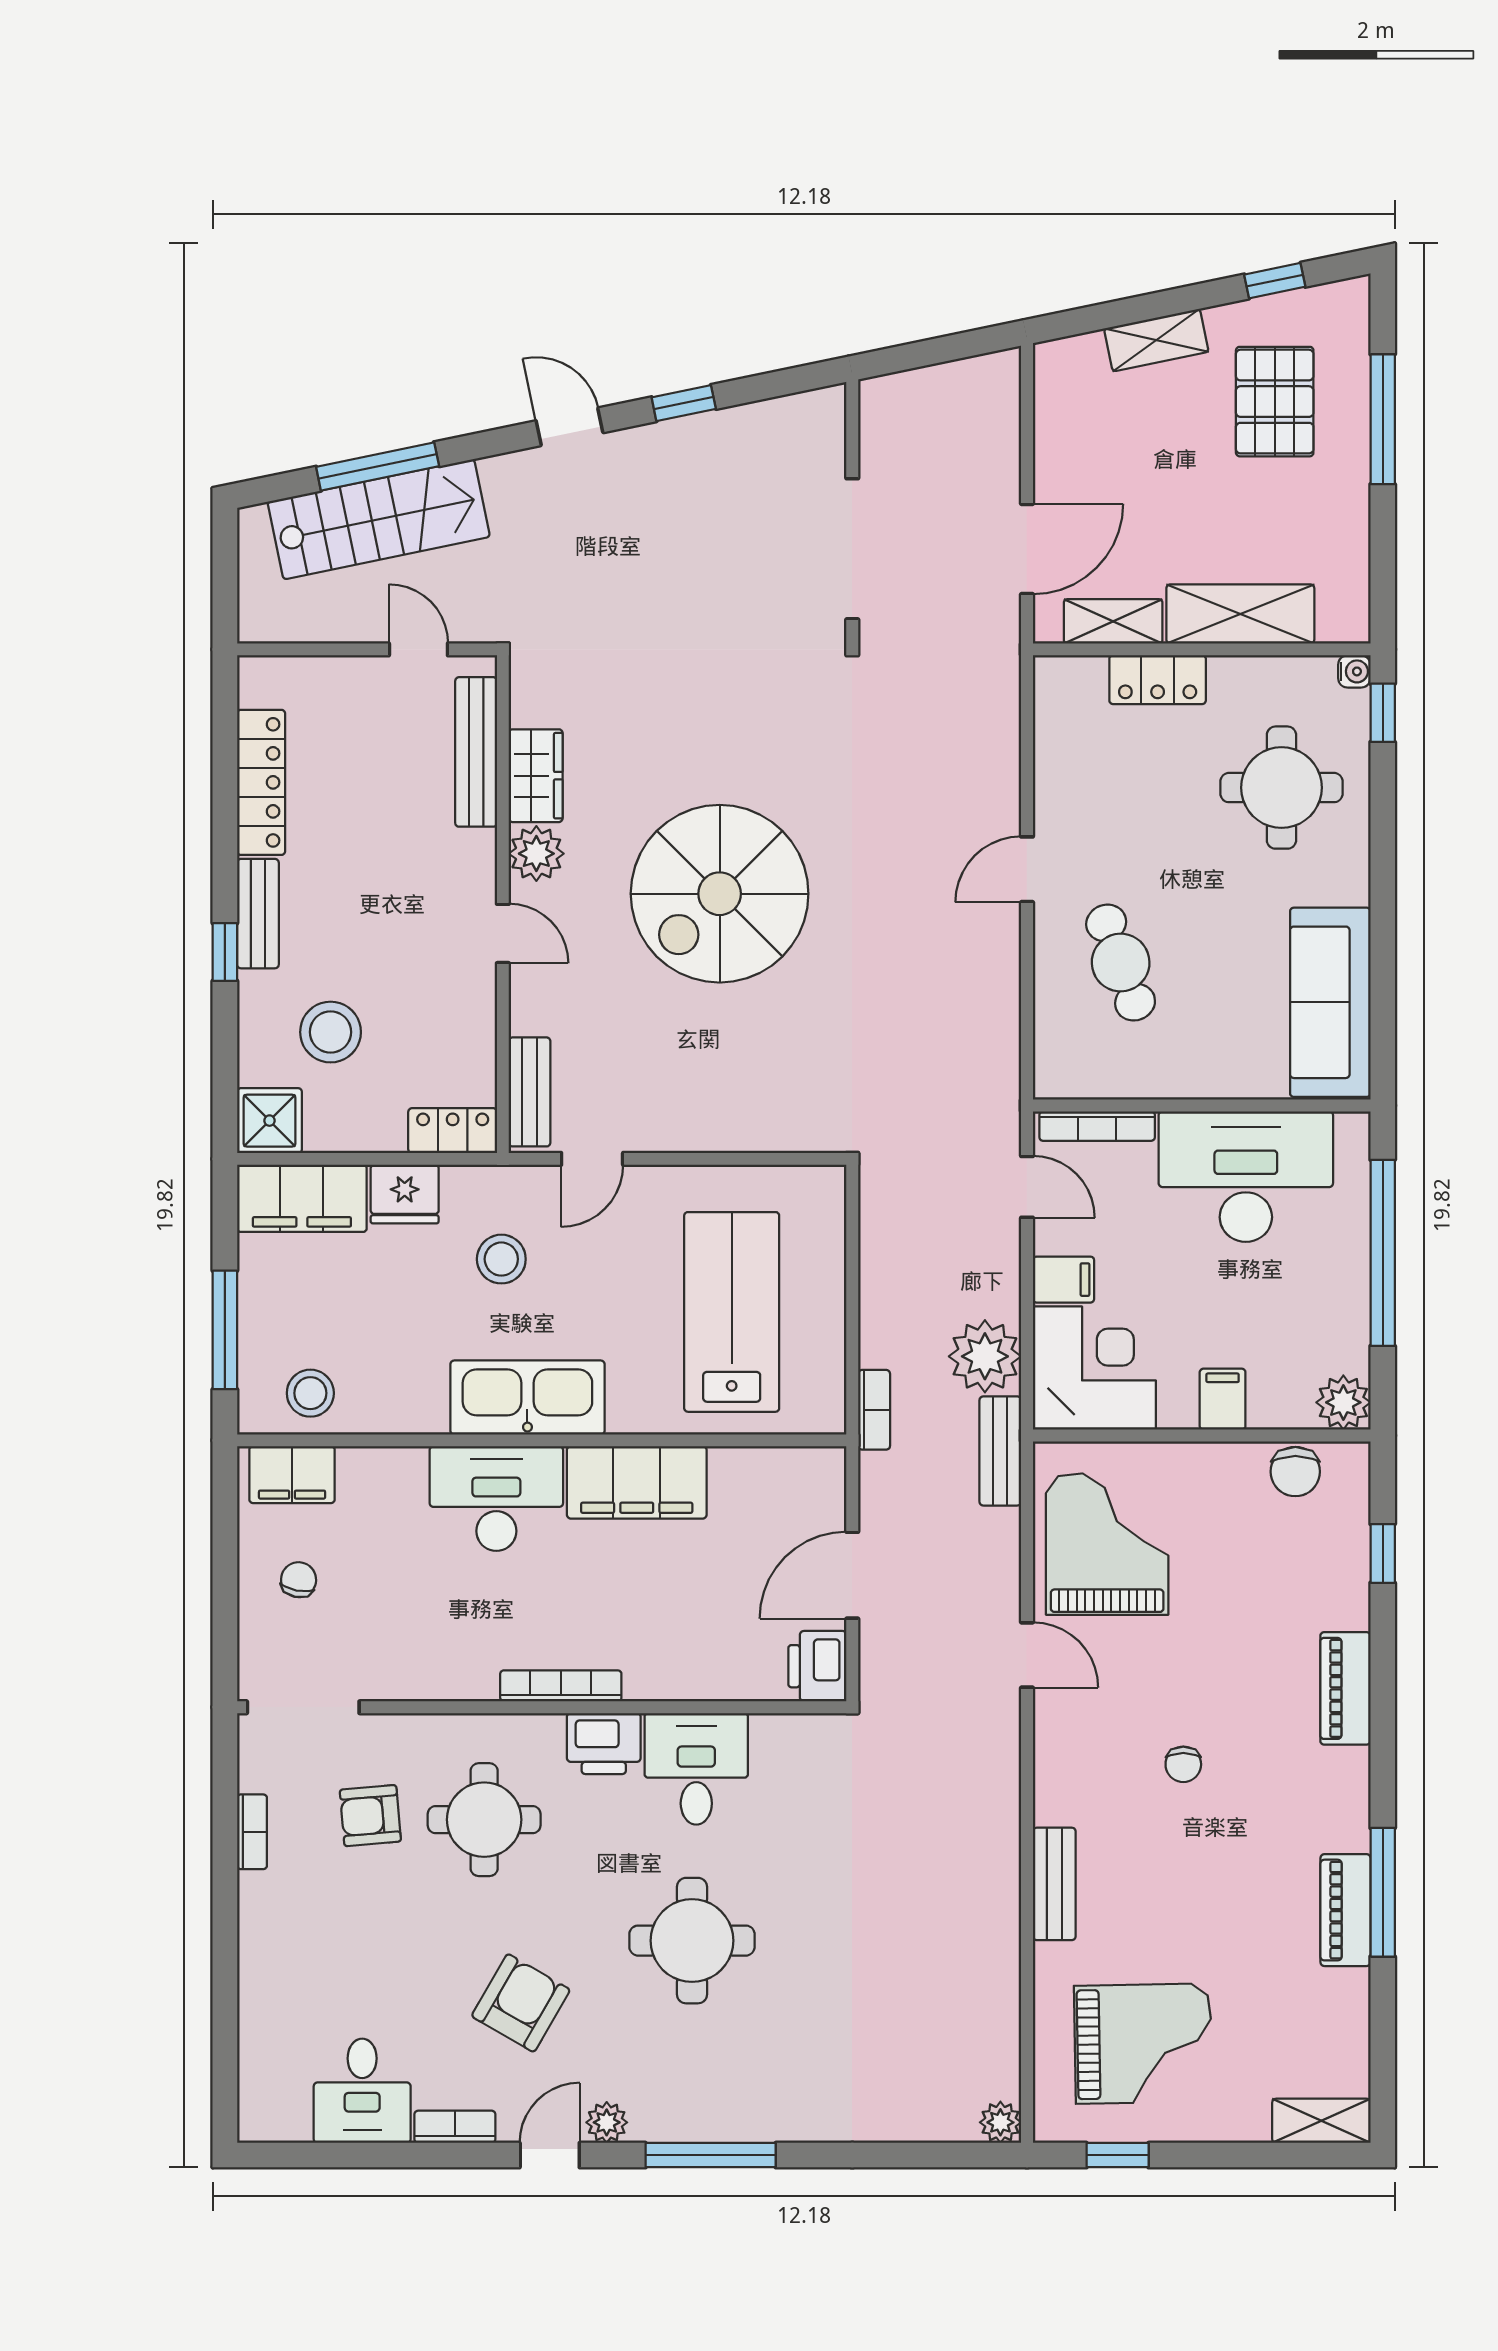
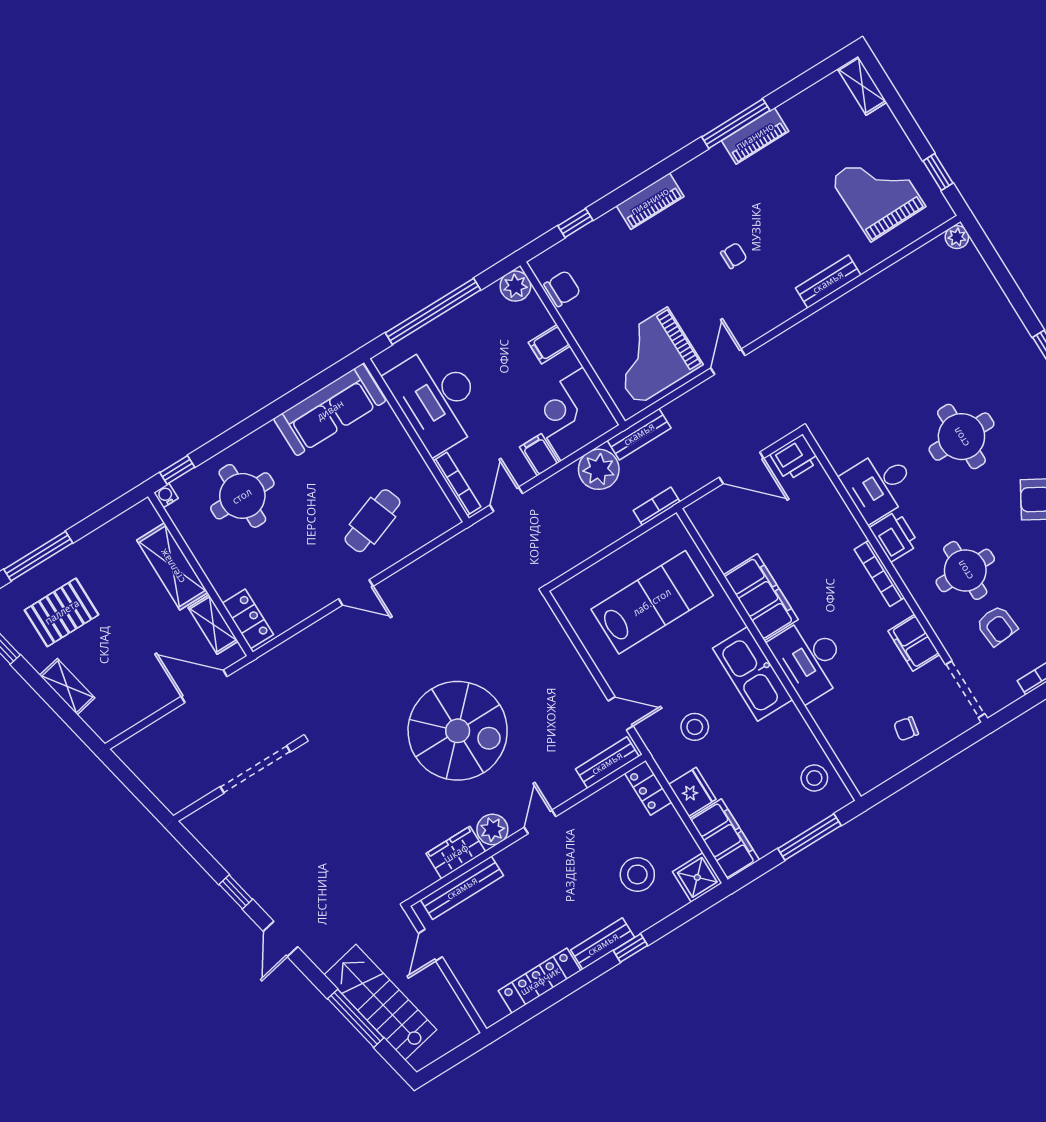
locker: (1158, 680) -> (248, 619), moved
lab bench: (732, 1312) -> (652, 602), turned 180
filing cabinet: (292, 1475) -> (914, 643), moved, turned 180

